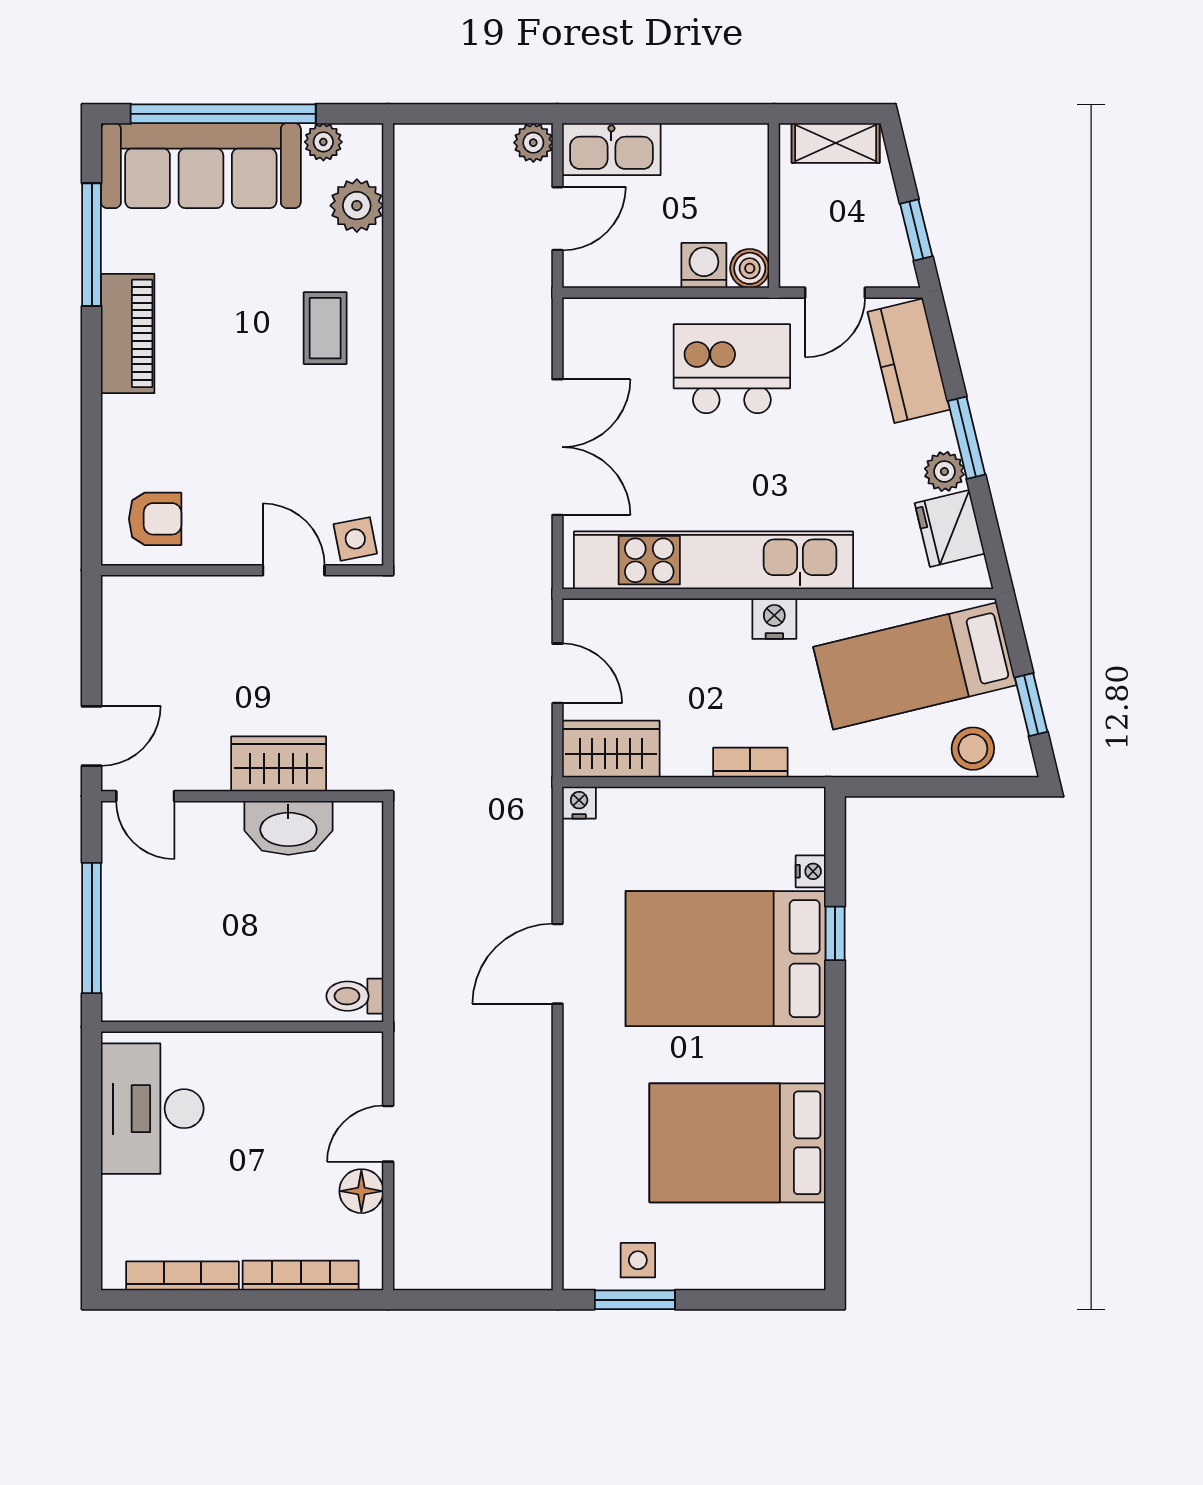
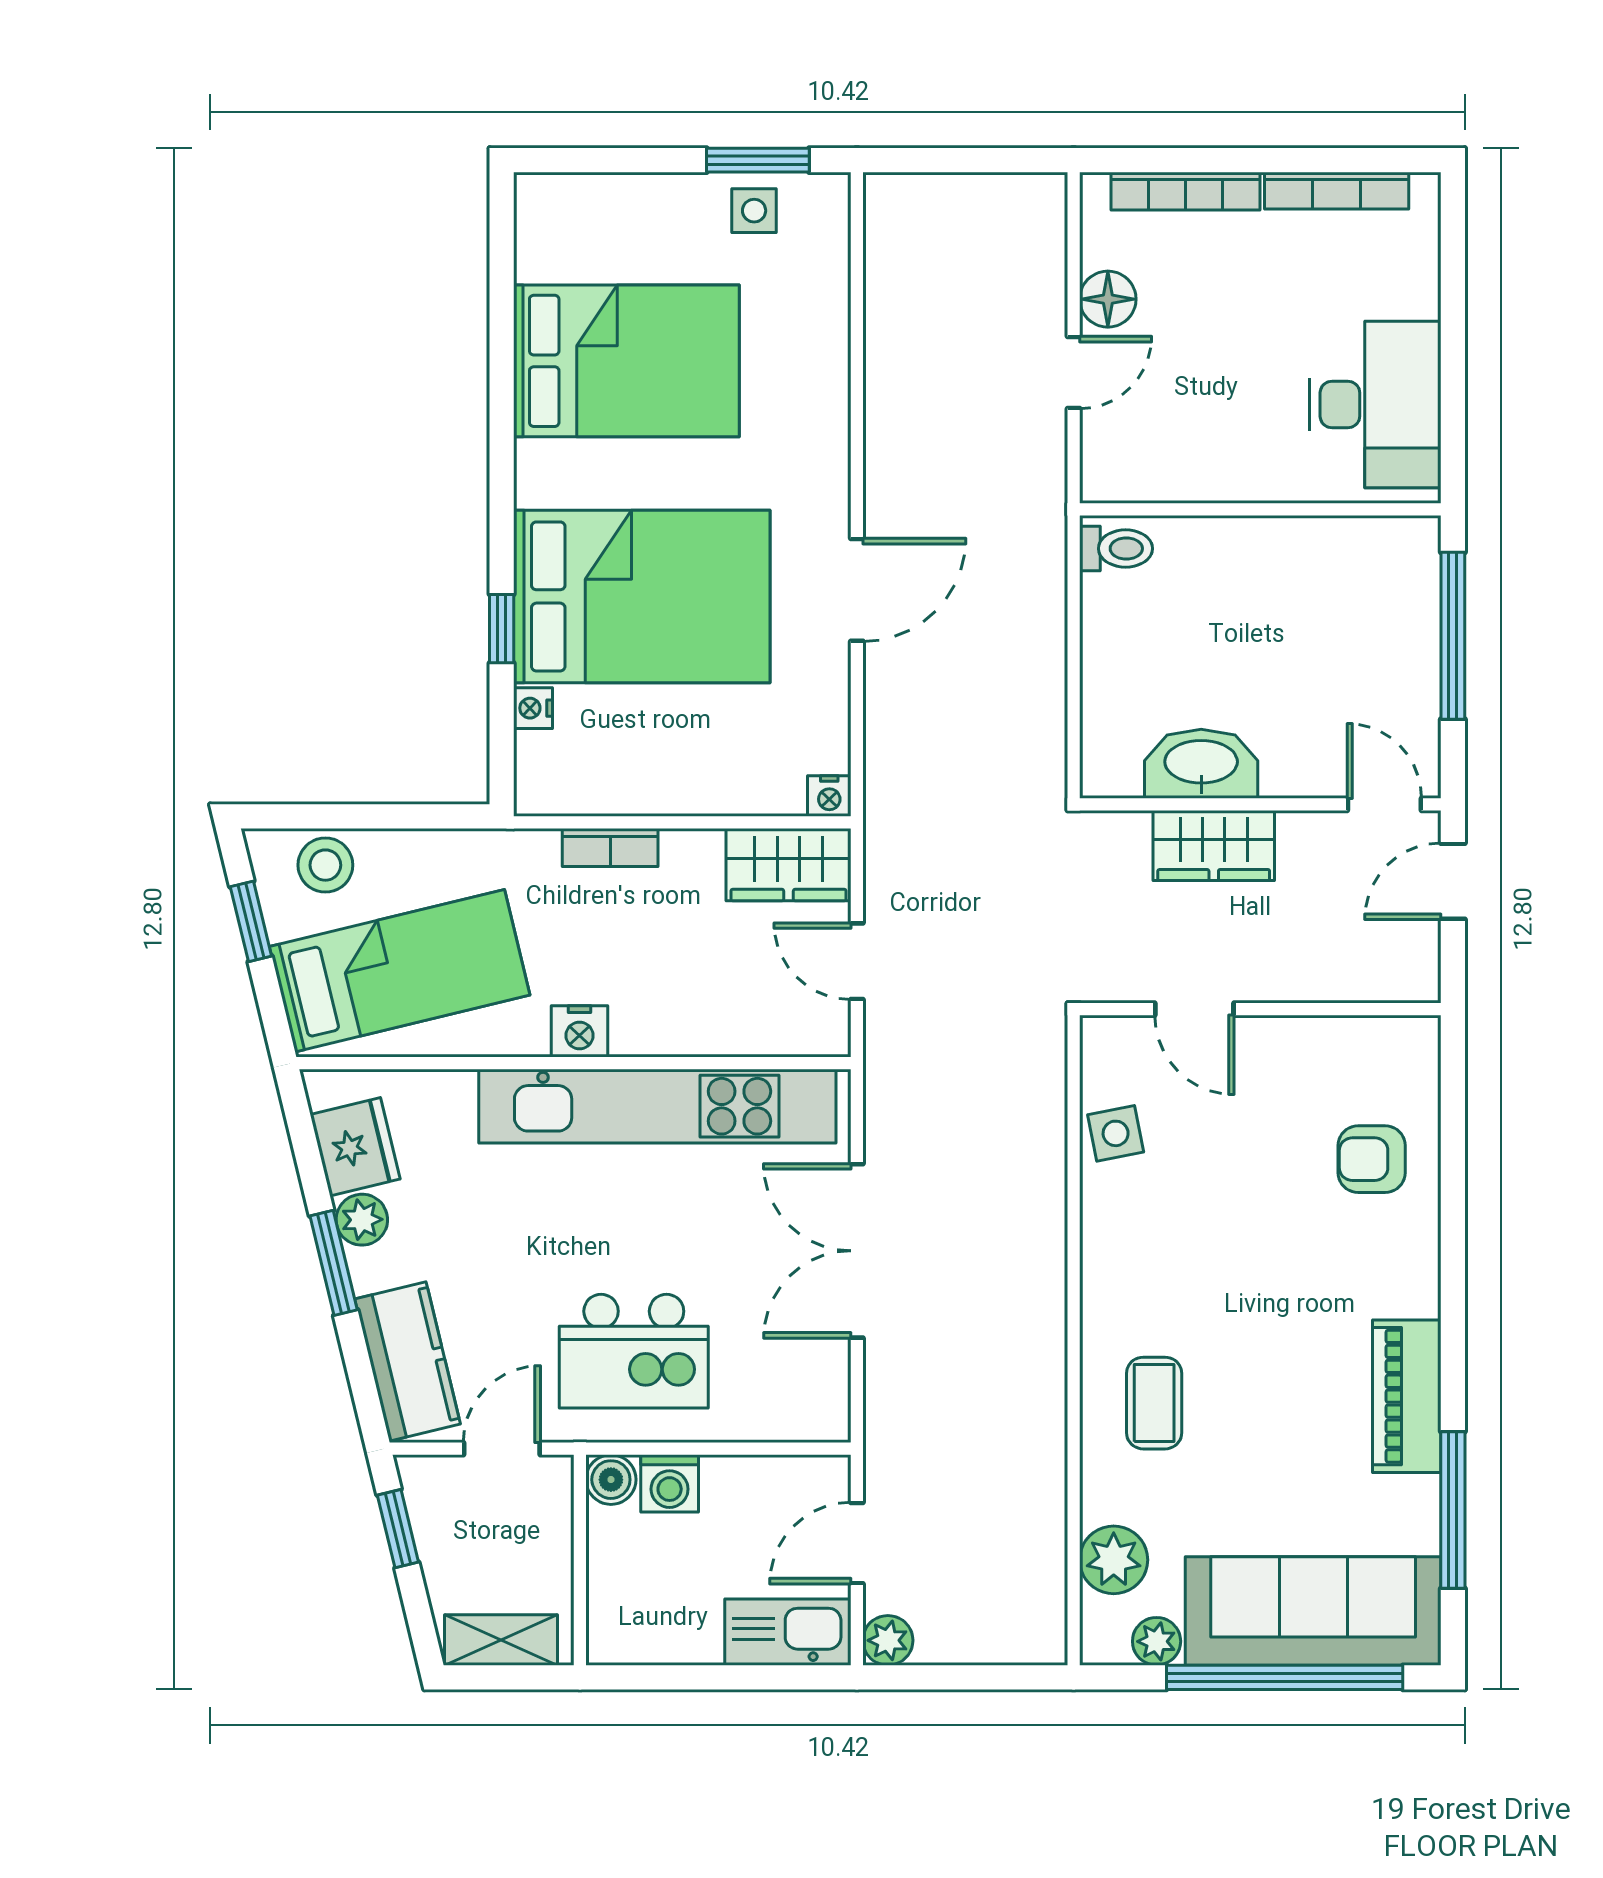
wall: (242, 570) -> (1260, 1009), moved
door: (294, 570) -> (1194, 1009), moved

